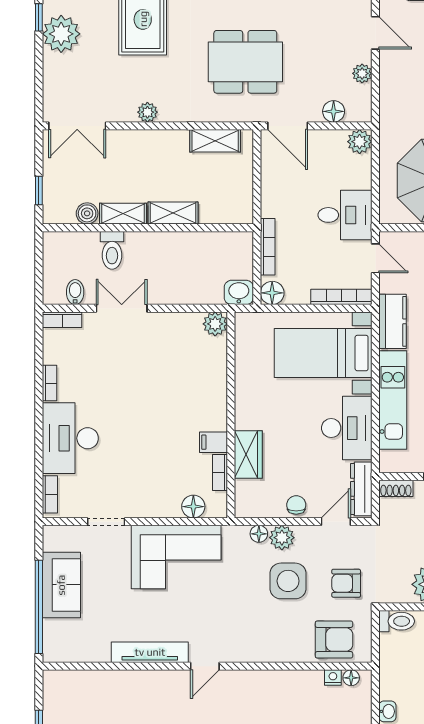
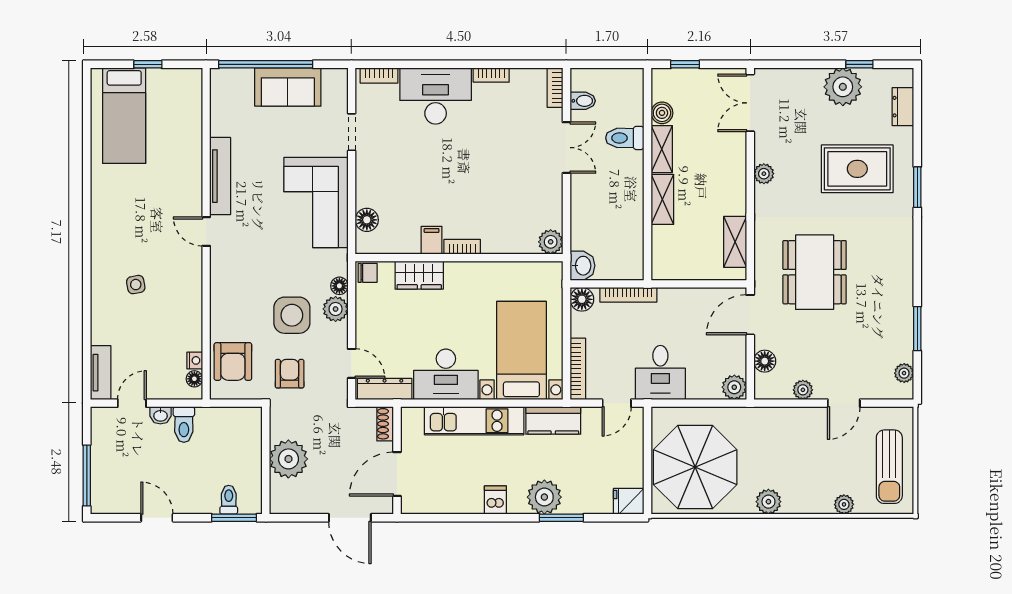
bookcase: (220, 473) -> (462, 247), moved
chair: (296, 505) -> (368, 273), moved
toilet: (397, 621) -> (184, 425), moved

